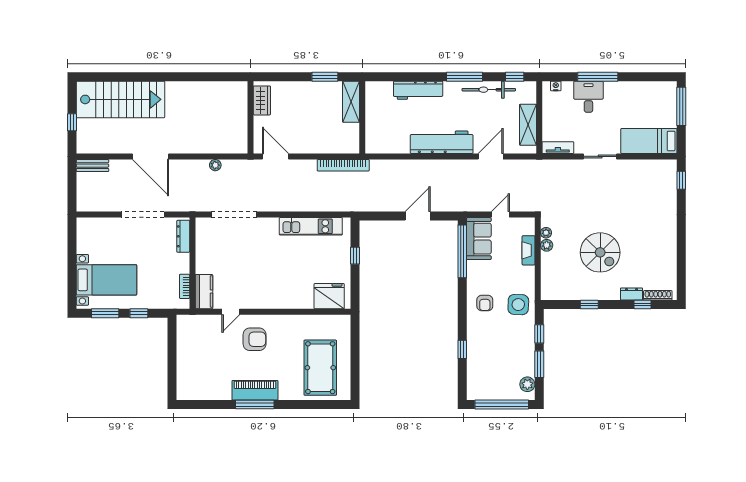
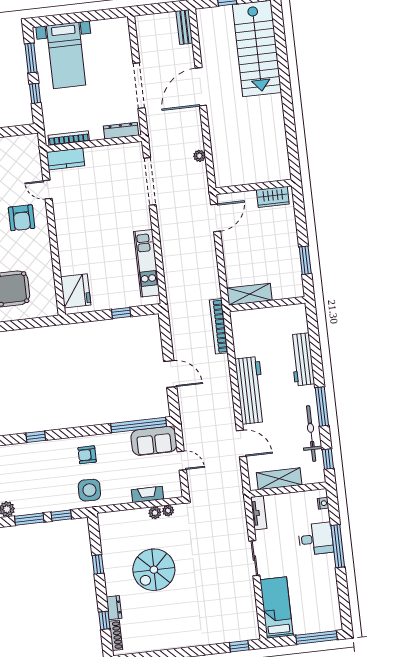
shelving: (351, 102) -> (249, 294), moved
bookcase: (343, 165) -> (219, 326), moved
bookcase: (185, 286) -> (69, 138), width x1.56

